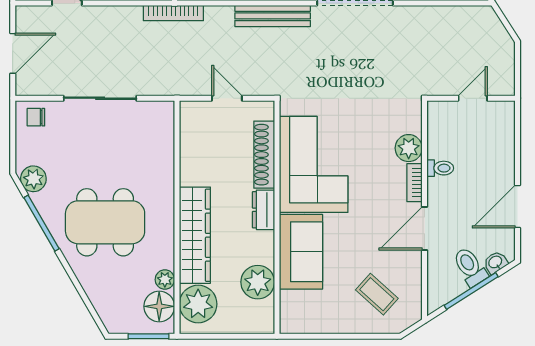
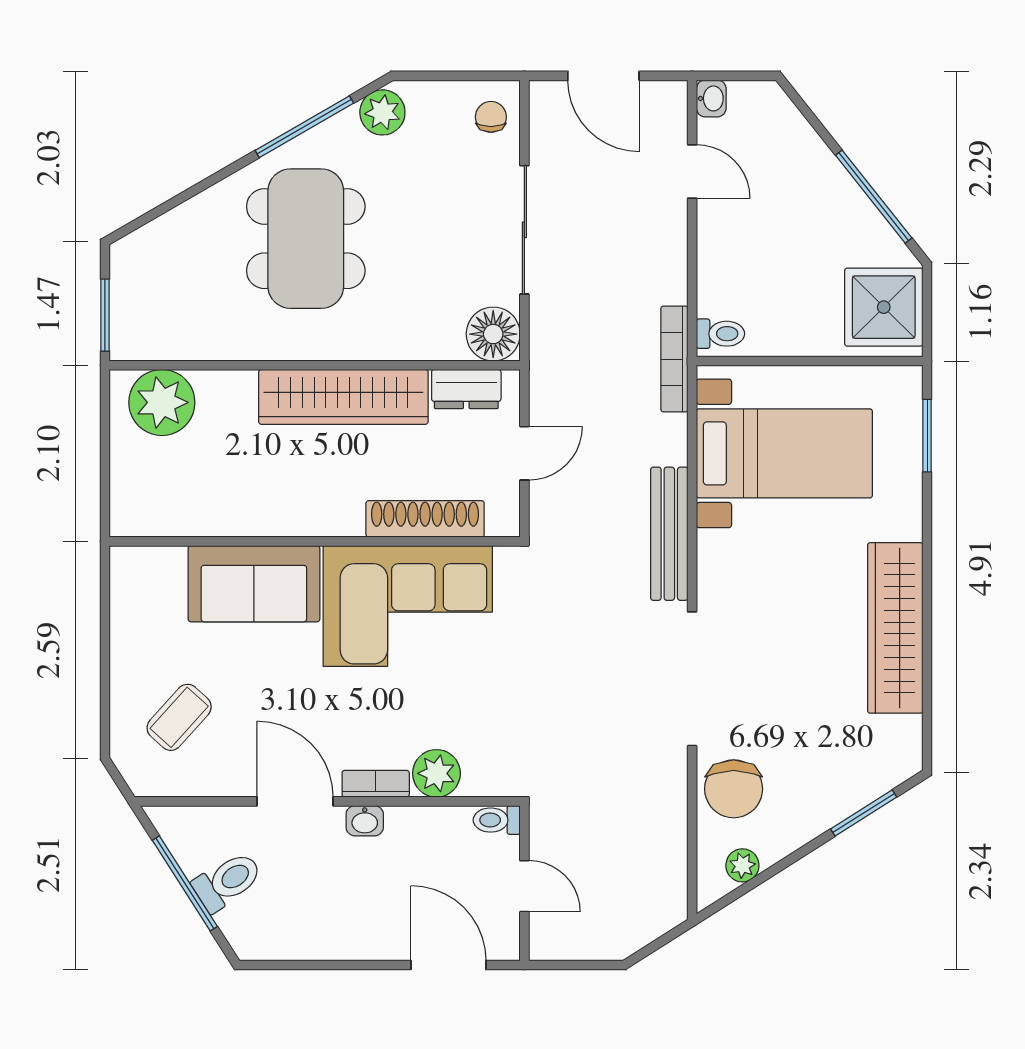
toilet: (440, 168) -> (497, 820), moved, turned 90
door: (517, 207) -> (448, 965), moved
dresser: (263, 210) -> (466, 389), moved, turned 180
wardrobe: (195, 235) -> (343, 397), moved
washbasin: (495, 262) -> (365, 821), moved, turned 123
plant: (165, 280) -> (205, 344), removed
plant: (258, 282) -> (200, 508), removed
floor lamp: (159, 306) -> (493, 334), moved

